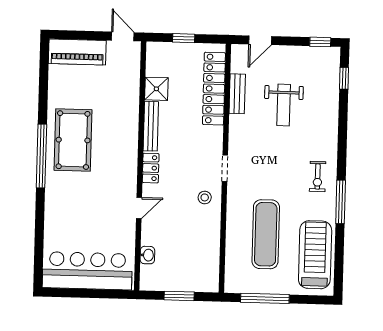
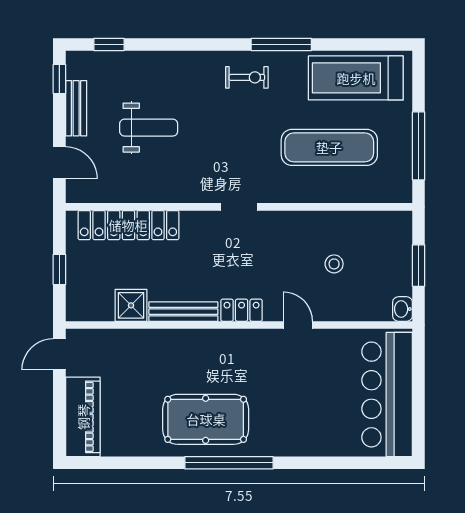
bench: (237, 94) -> (76, 108), moved, turned 90
stool: (205, 197) -> (334, 264), moved
washbasin: (147, 255) -> (403, 309), moved, turned -90

